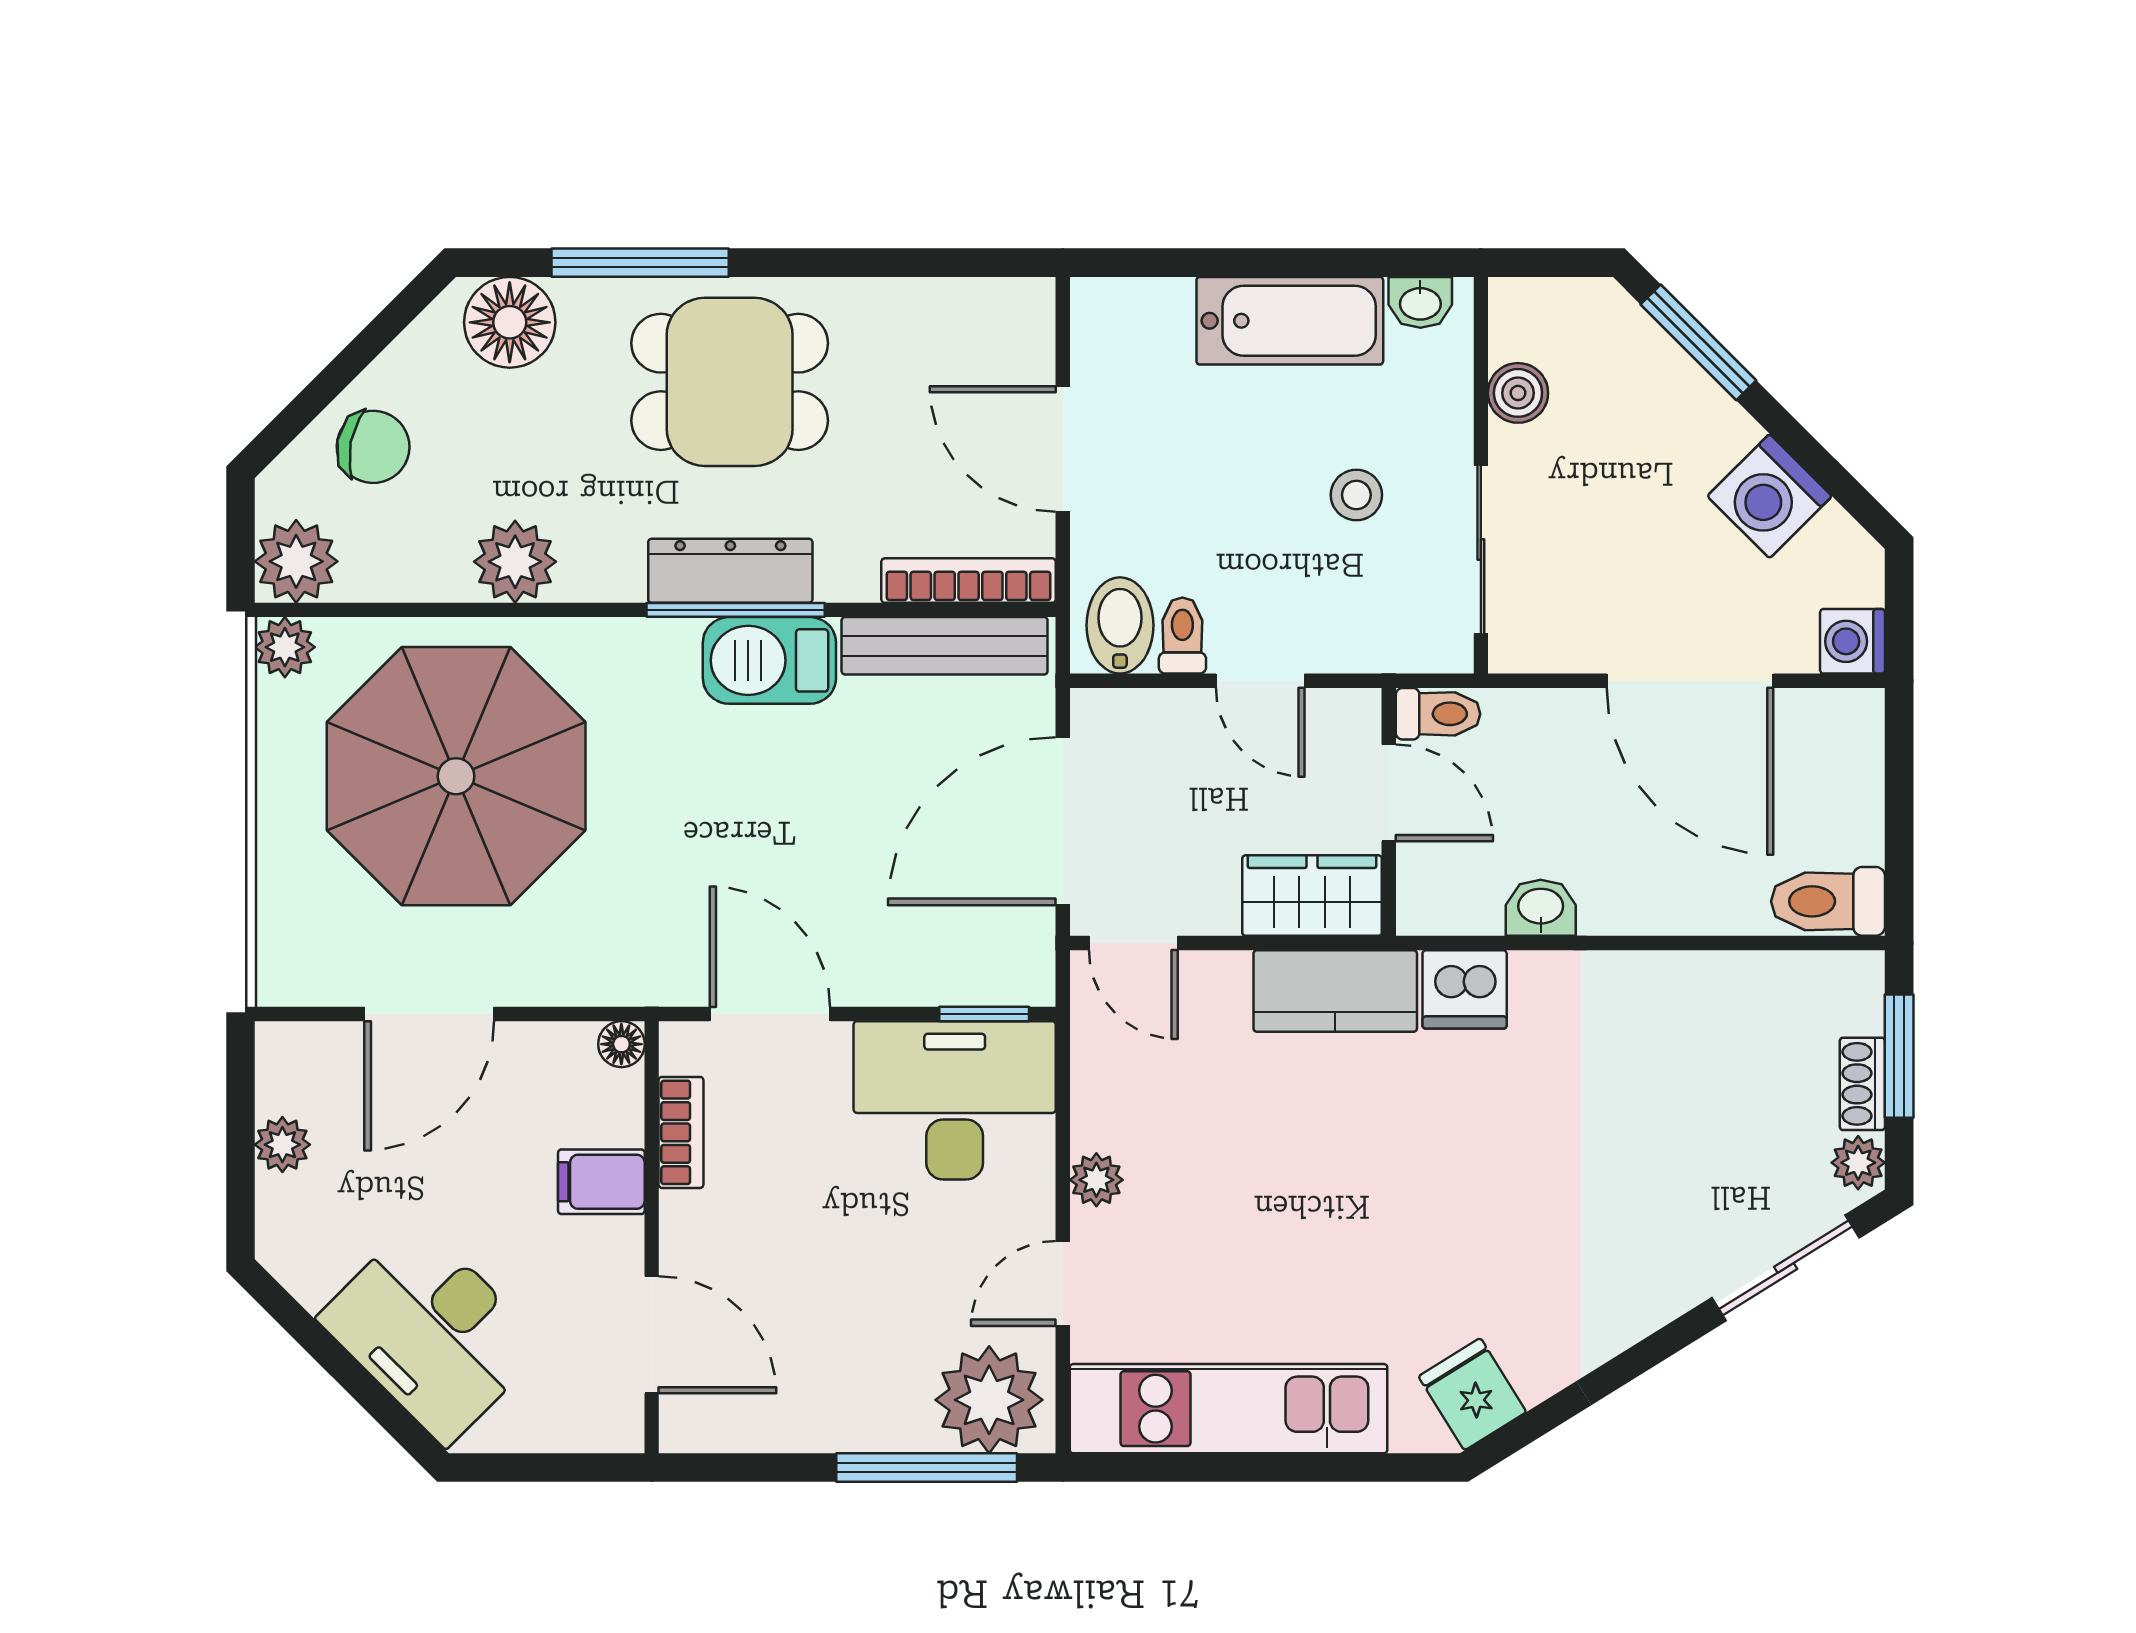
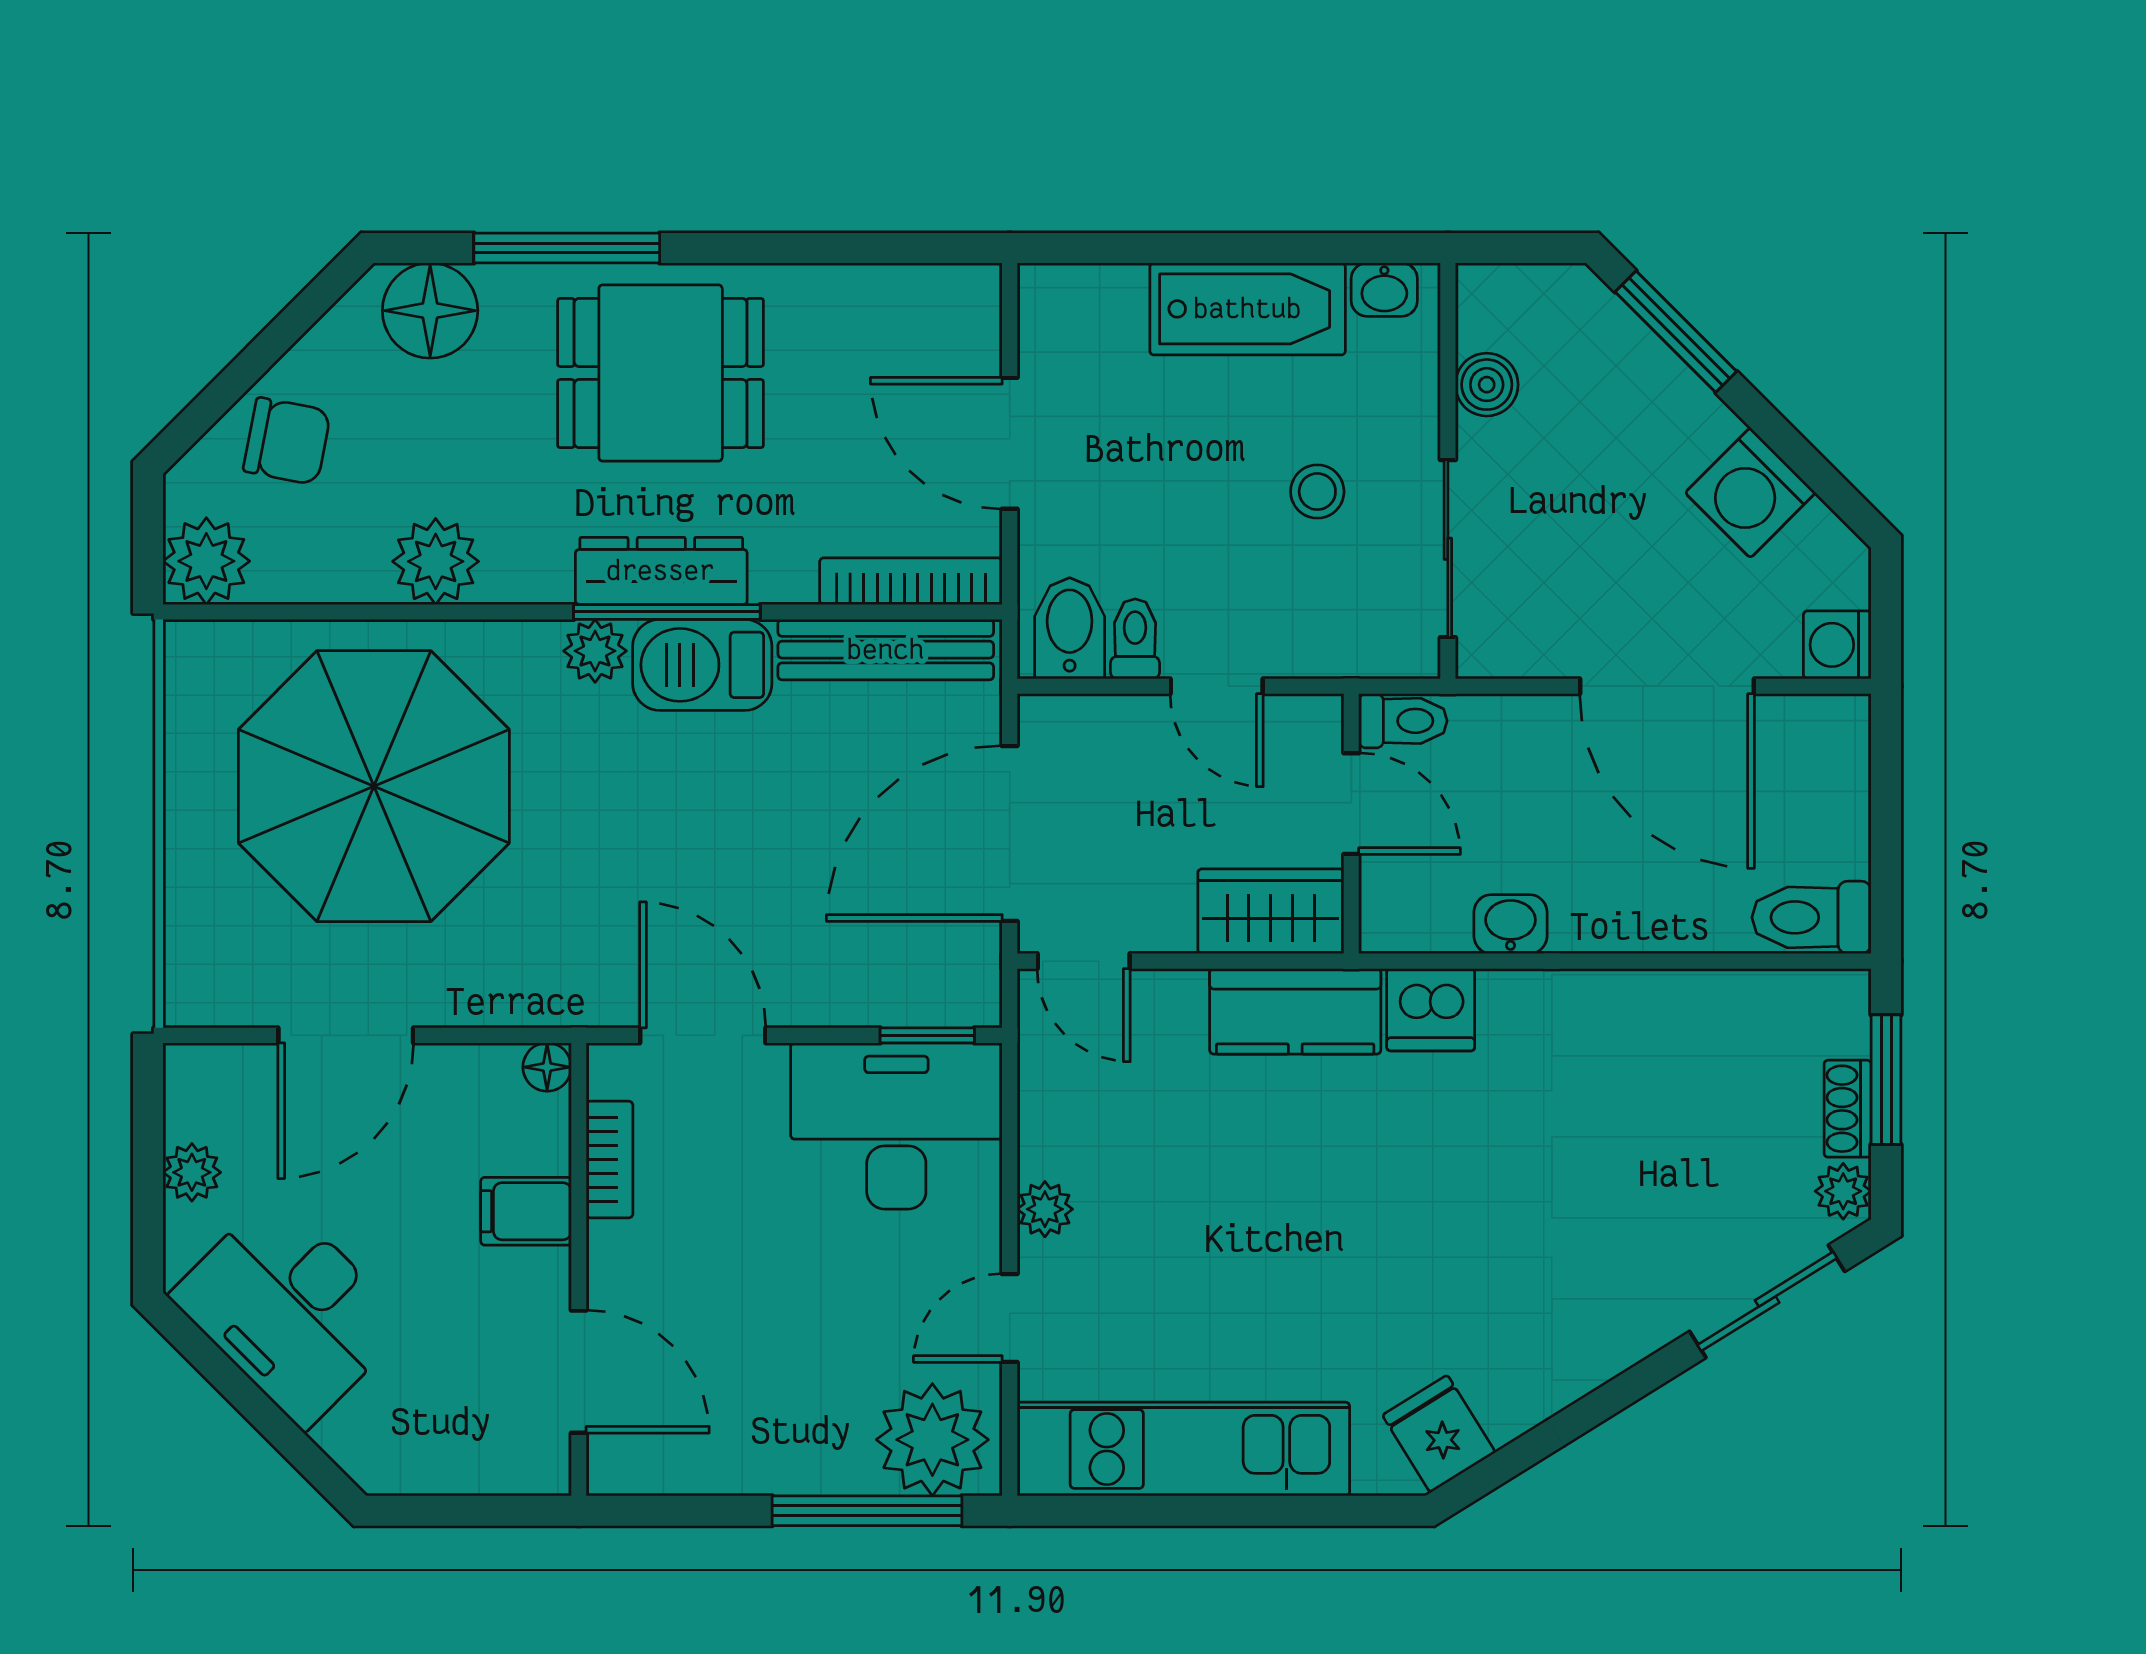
plant: (285, 647) -> (595, 651), moved
desk: (432, 1332) -> (289, 1310), moved

